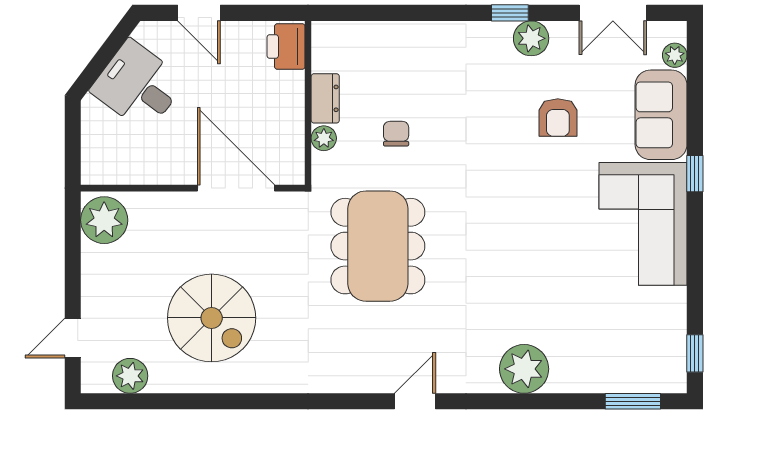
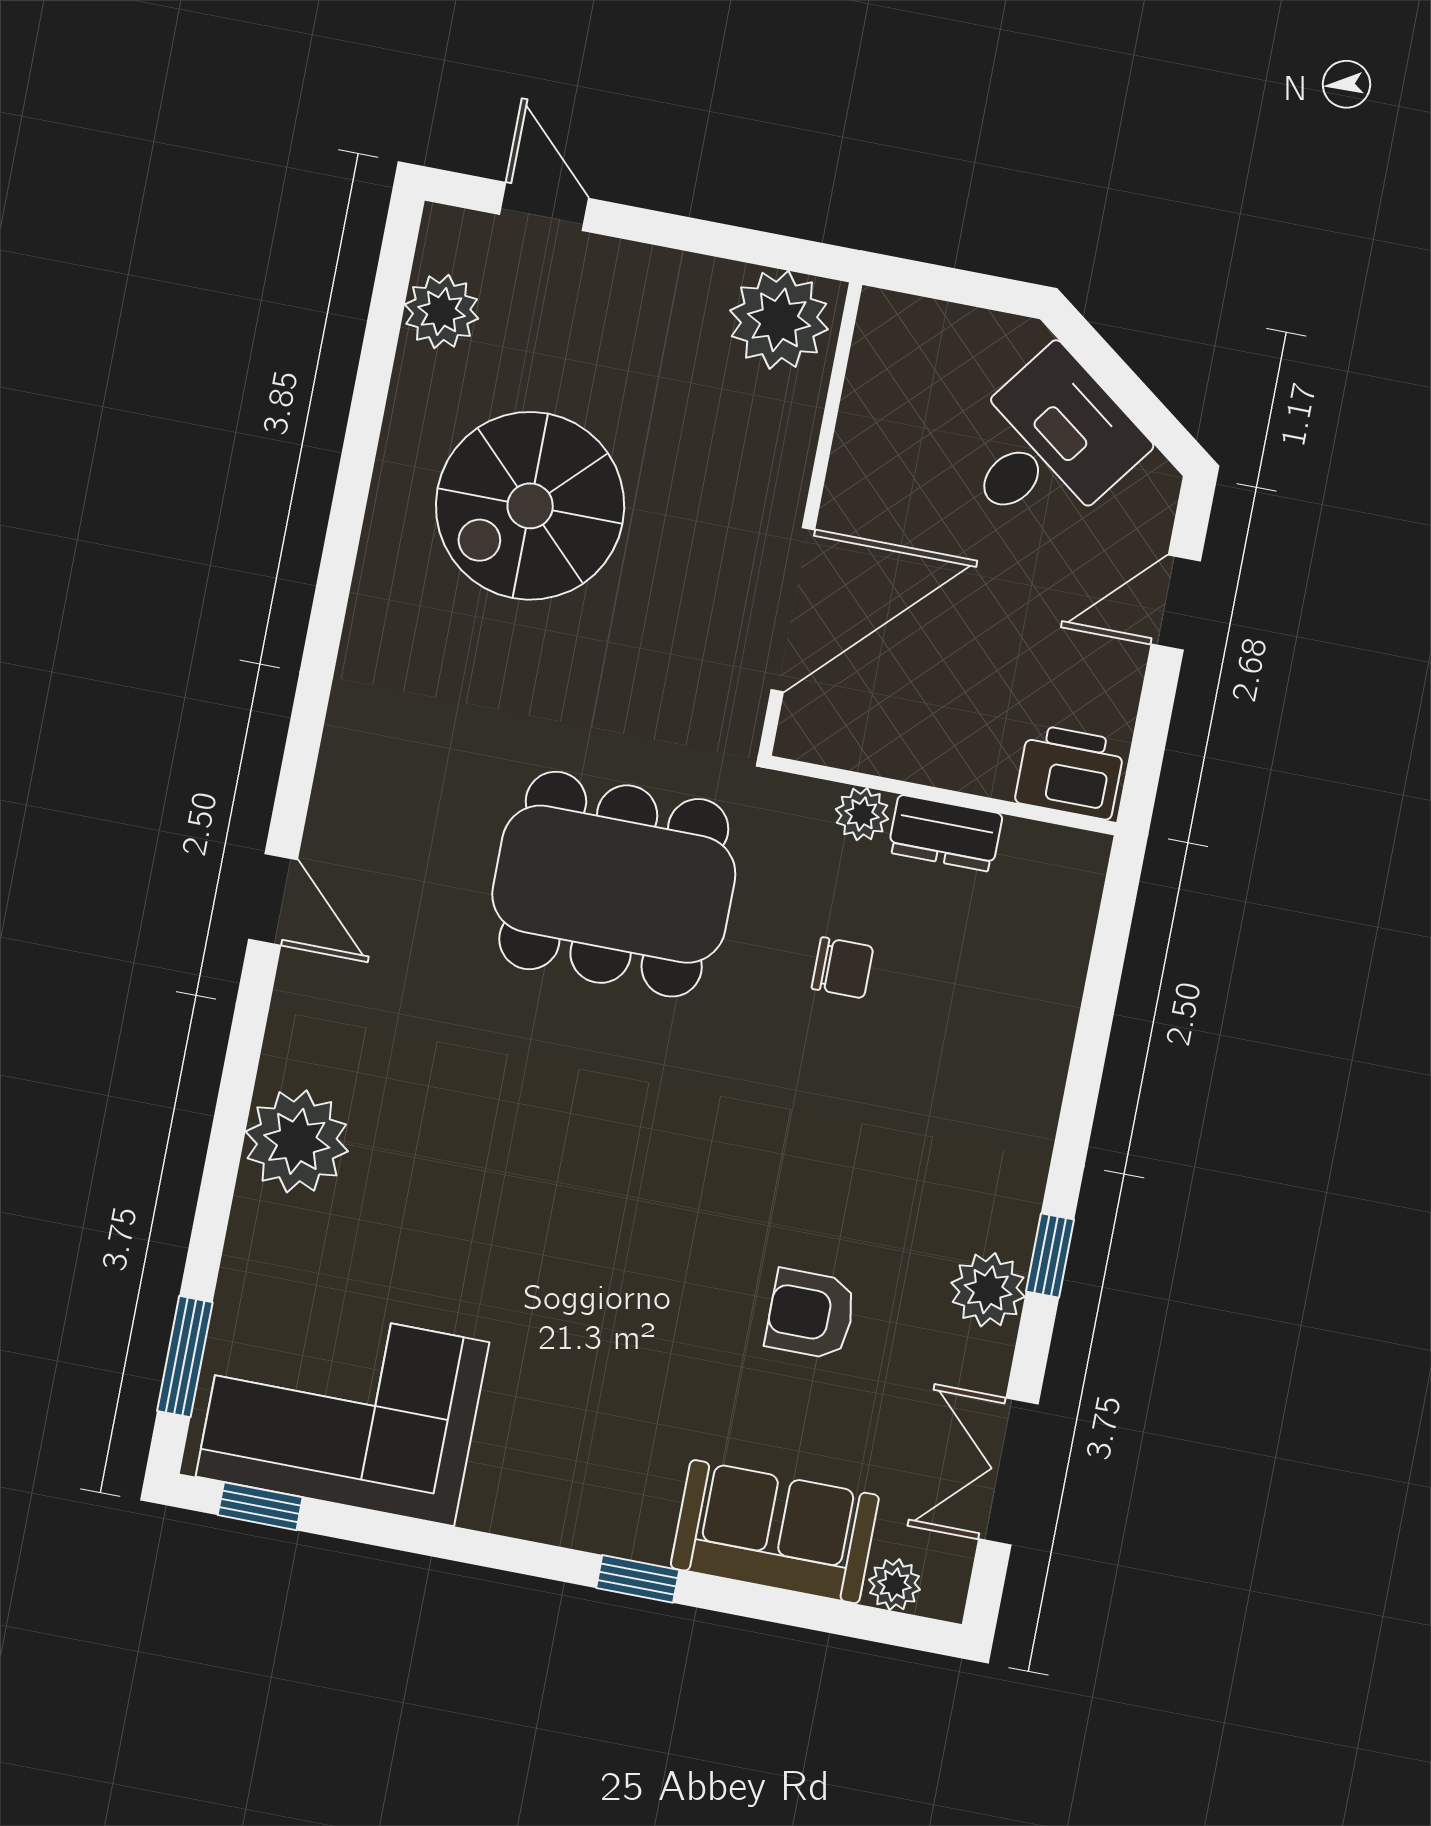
corner sofa: (643, 224) -> (342, 1409), moved

